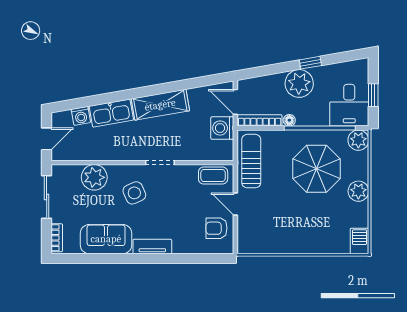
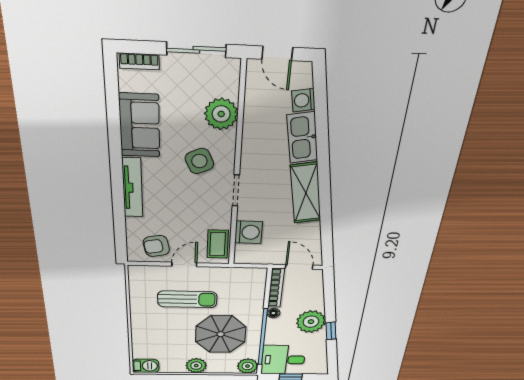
door: (235, 102) -> (299, 267), hinge flipped
washing machine: (222, 128) -> (249, 232), moved, turned 90
sun lounger: (251, 161) -> (187, 299), moved
armchair: (217, 228) -> (156, 246), turned -101
tv unit: (152, 247) -> (132, 188), width x1.41

